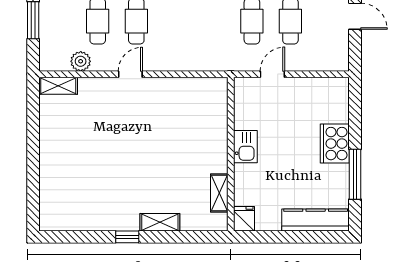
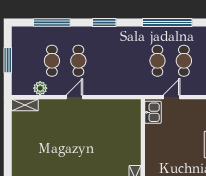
kitchen sink: (245, 147) -> (153, 112), moved

